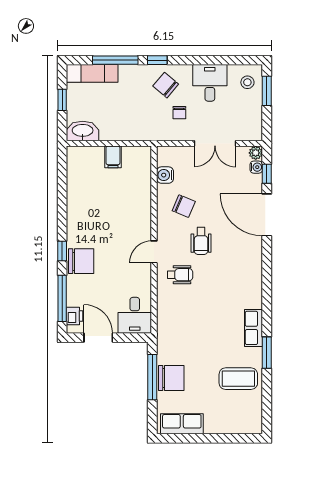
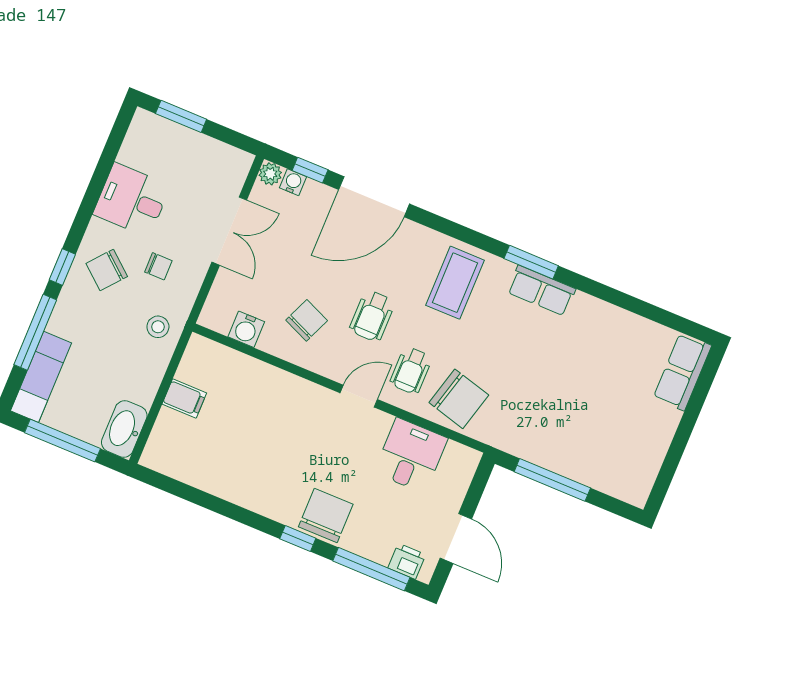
stool: (247, 82) -> (158, 327), moved
window: (62, 100) -> (63, 441), width x2.17
wheelchair: (201, 241) -> (372, 316), turned 90
door: (154, 252) -> (359, 396), swing flipped
wheelchair: (180, 275) -> (411, 371), turned 180
desk: (135, 315) -> (411, 455), moved, turned -90
door: (98, 338) -> (456, 538), swing flipped
window: (267, 353) -> (531, 262), moved
chair: (171, 378) -> (459, 399), moved, turned 105
coffee table: (238, 379) -> (455, 283), moved
row of seats: (182, 424) -> (682, 372), moved

